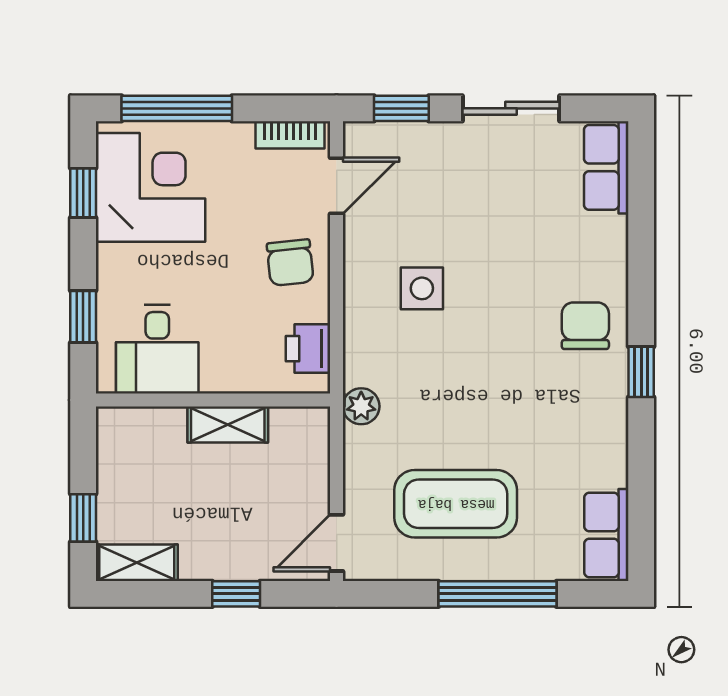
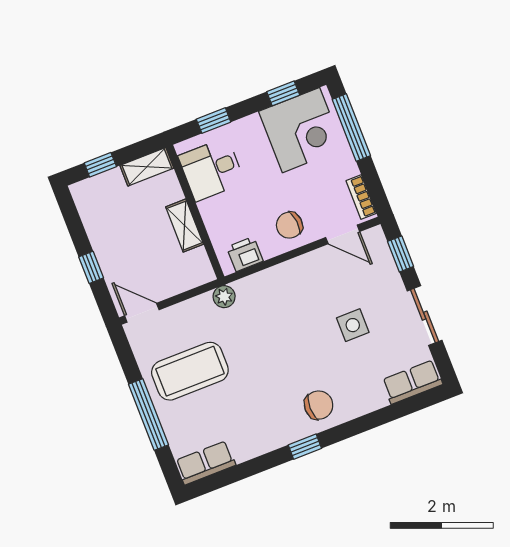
side table: (422, 288) -> (353, 325), moved
coffee table: (456, 504) -> (190, 371), turned 90
shelving: (137, 563) -> (147, 167), moved, turned 90

